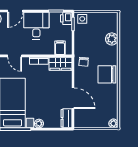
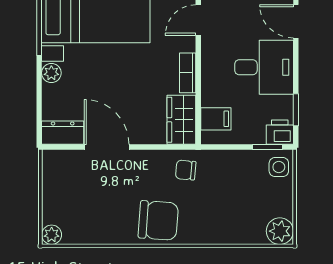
plant: (112, 39) -> (280, 231), moved
chair: (107, 74) -> (158, 220), turned 94
door: (73, 98) -> (107, 147), swing flipped

